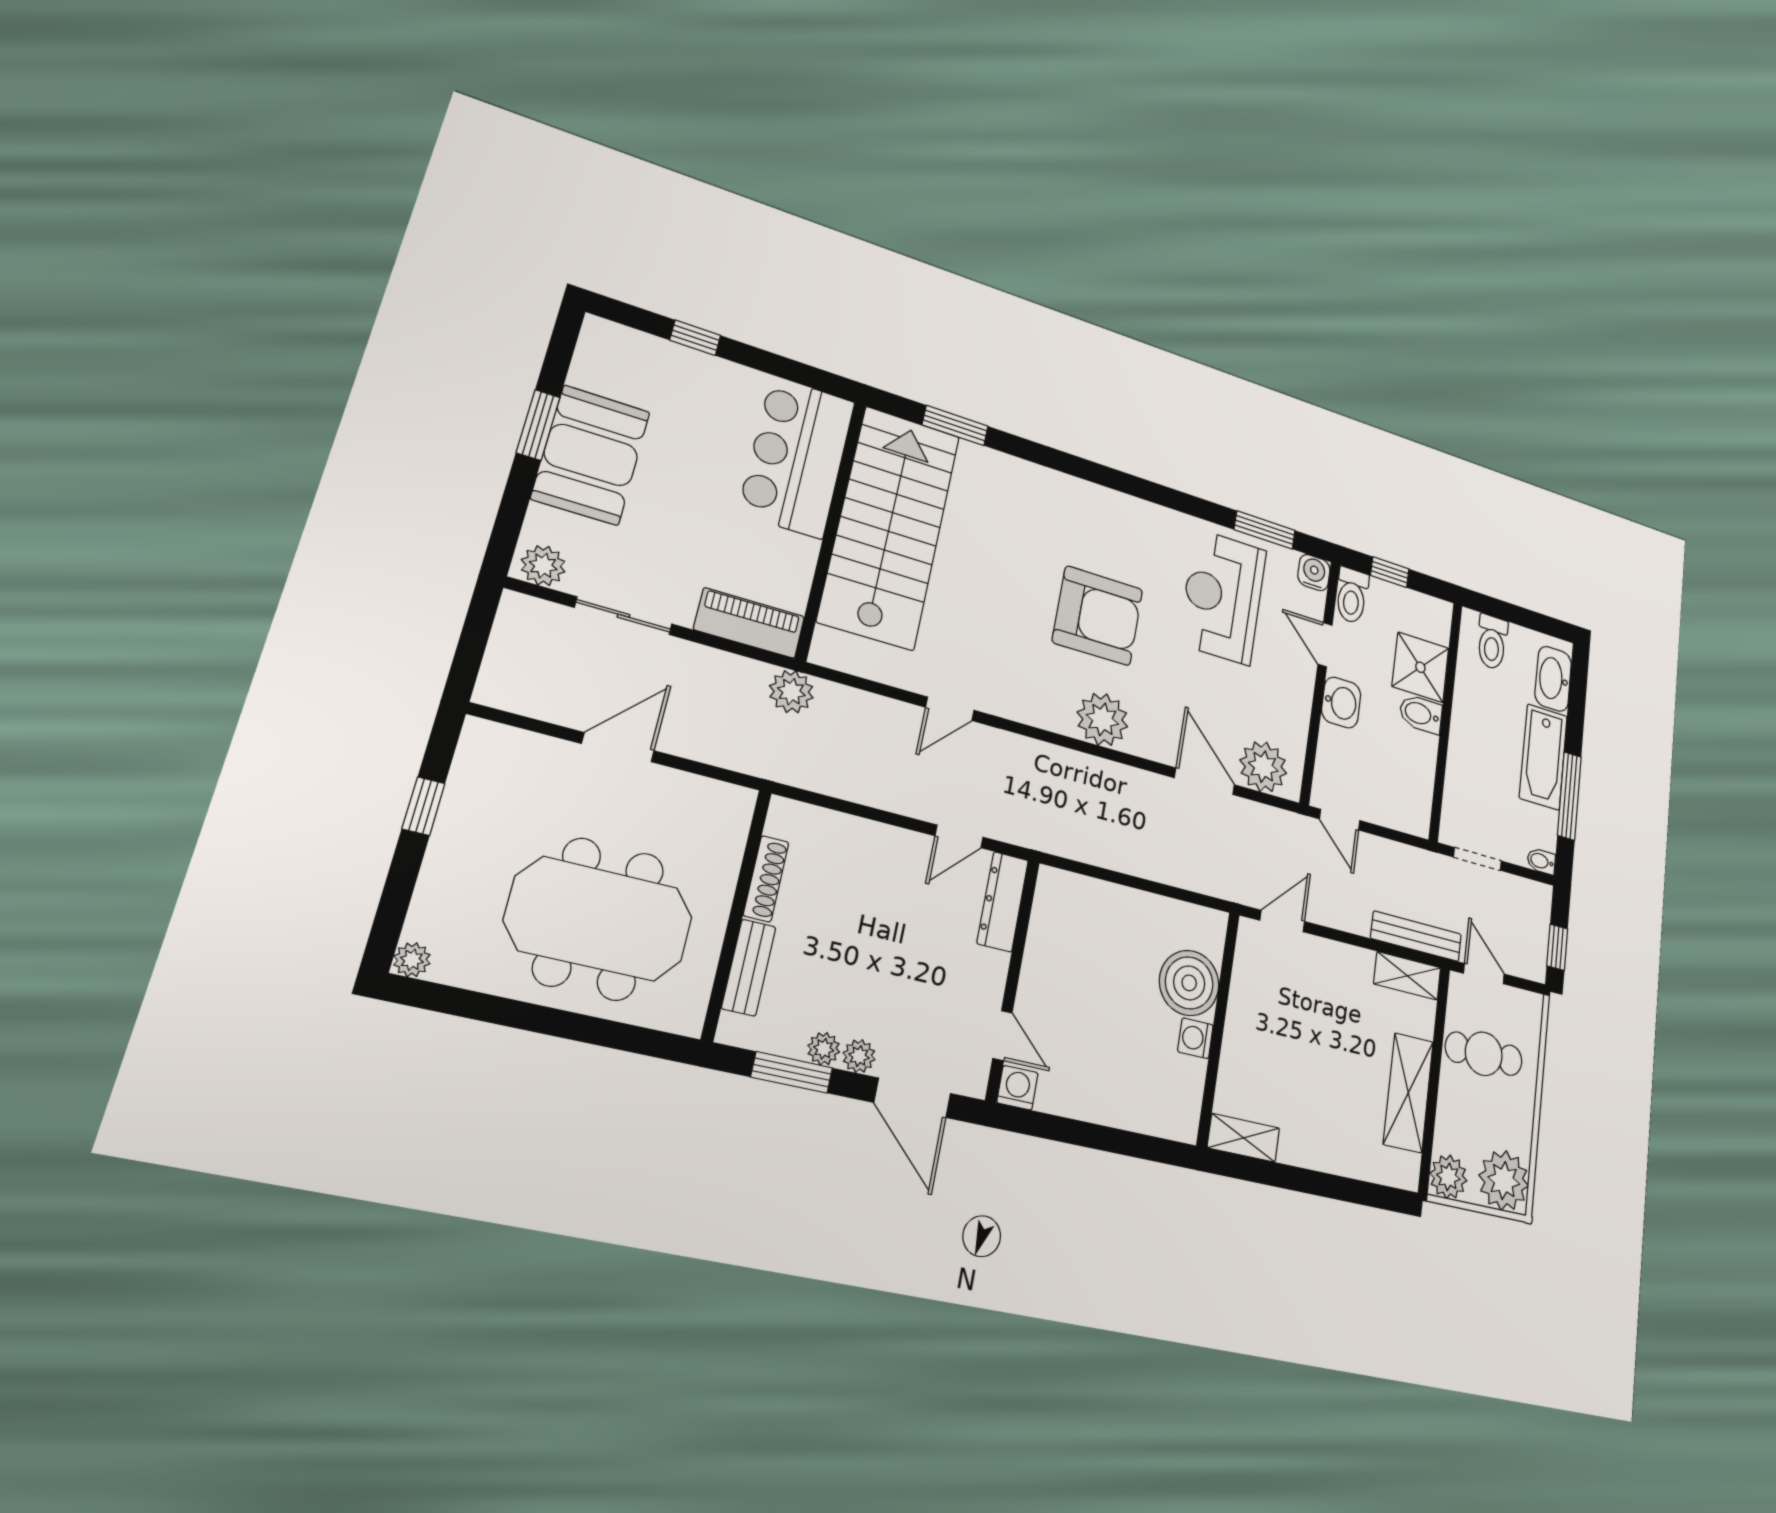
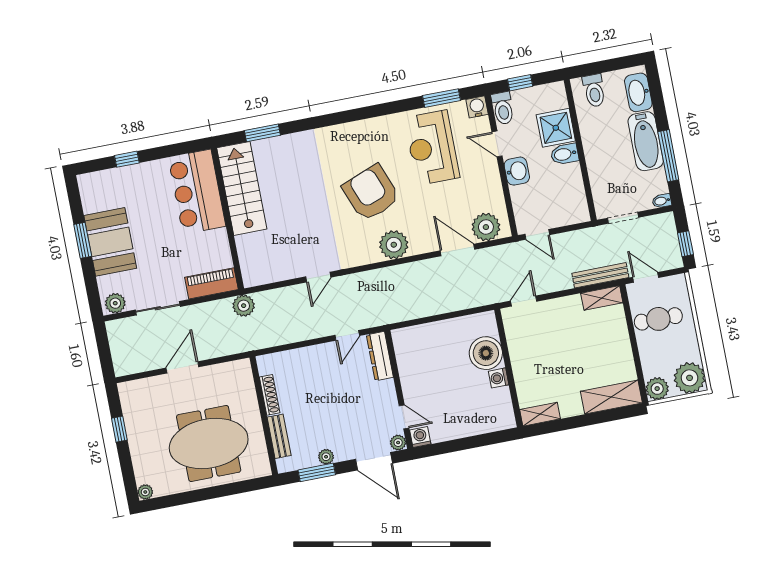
stairs: (889, 527) -> (242, 188), width x0.73, depth x0.66
armchair: (1098, 616) -> (371, 193), turned -111
plant: (859, 1056) -> (398, 443), moved
shelving: (1408, 1093) -> (611, 397), moved, turned 90

